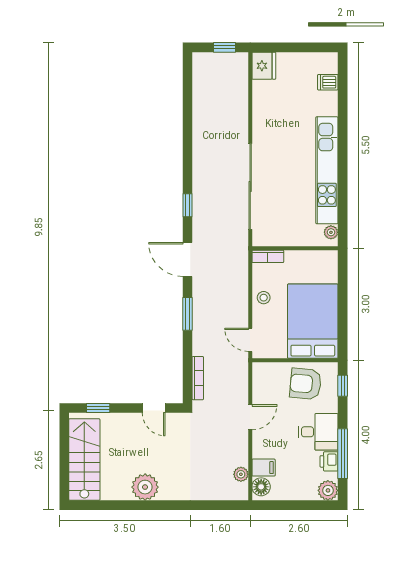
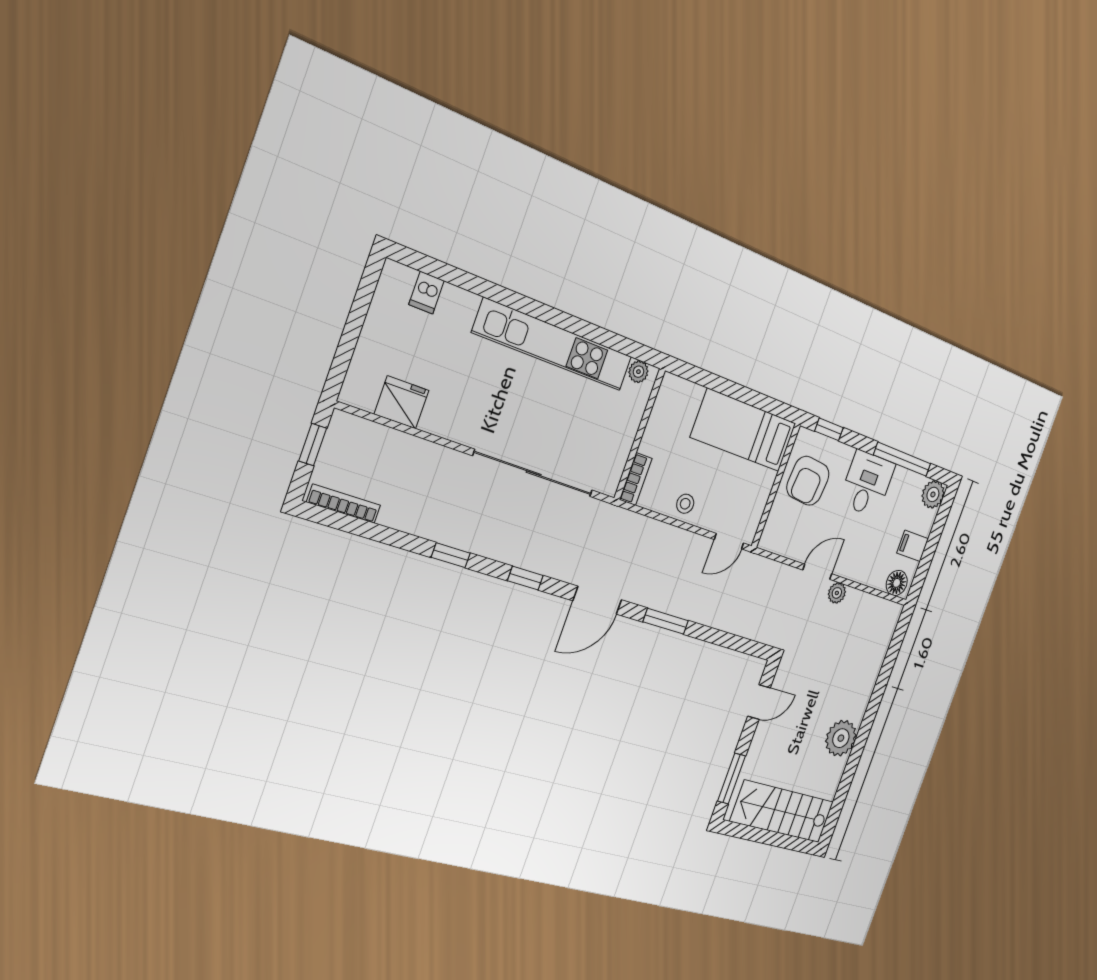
fridge: (264, 66) -> (401, 402), moved
window: (188, 152) -> (451, 555), added
bed: (313, 321) -> (744, 430), width x0.67
bookcase: (198, 378) -> (344, 504), moved
window: (98, 408) -> (732, 779), width x1.50
door: (250, 417) -> (817, 572), hinge flipped
printer: (329, 461) -> (904, 481), removed
filing cabinet: (264, 468) -> (913, 546), moved, turned -90
plant: (241, 474) -> (837, 593), moved

